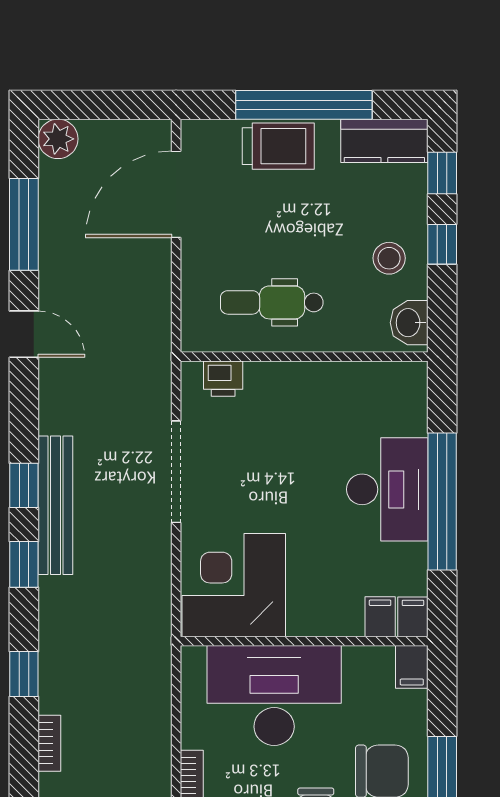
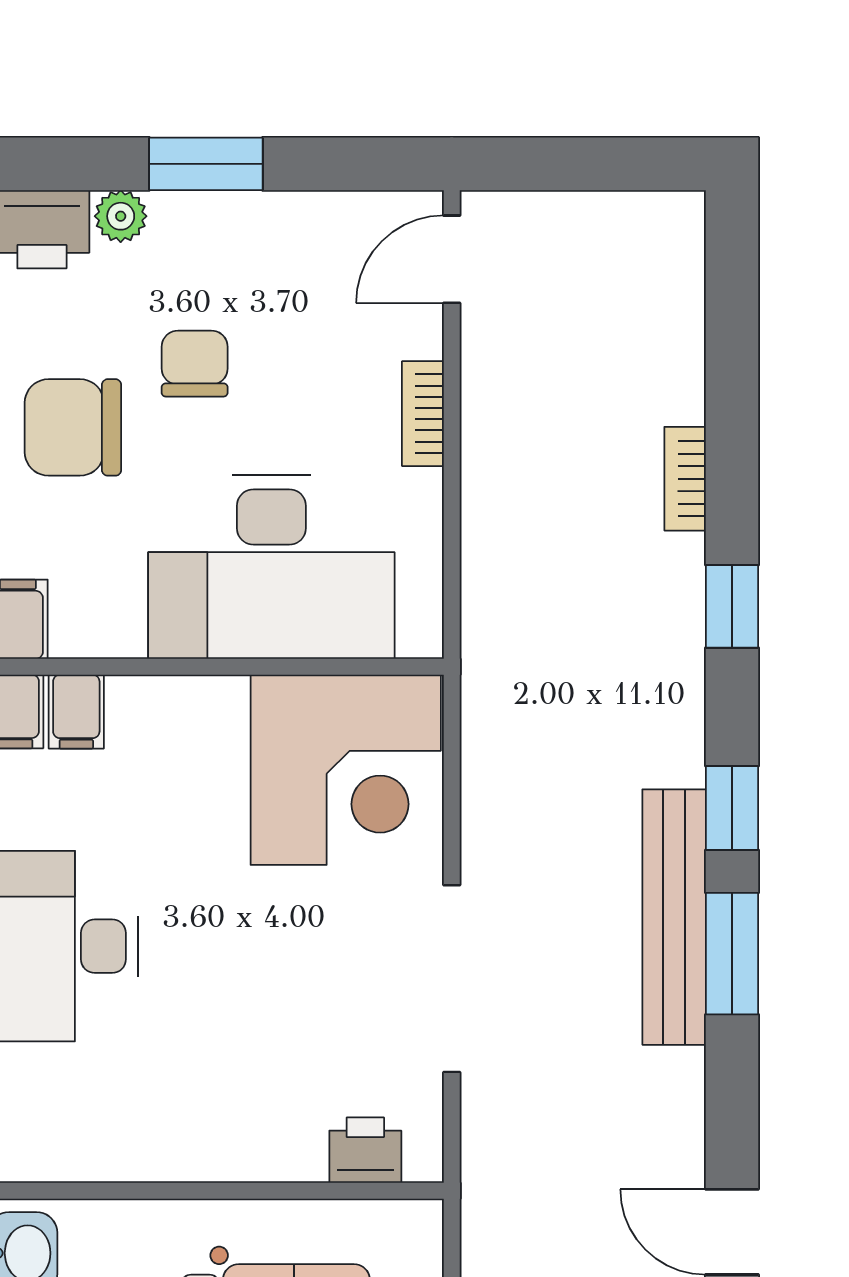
window: (24, 485) -> (732, 954), width x1.50

